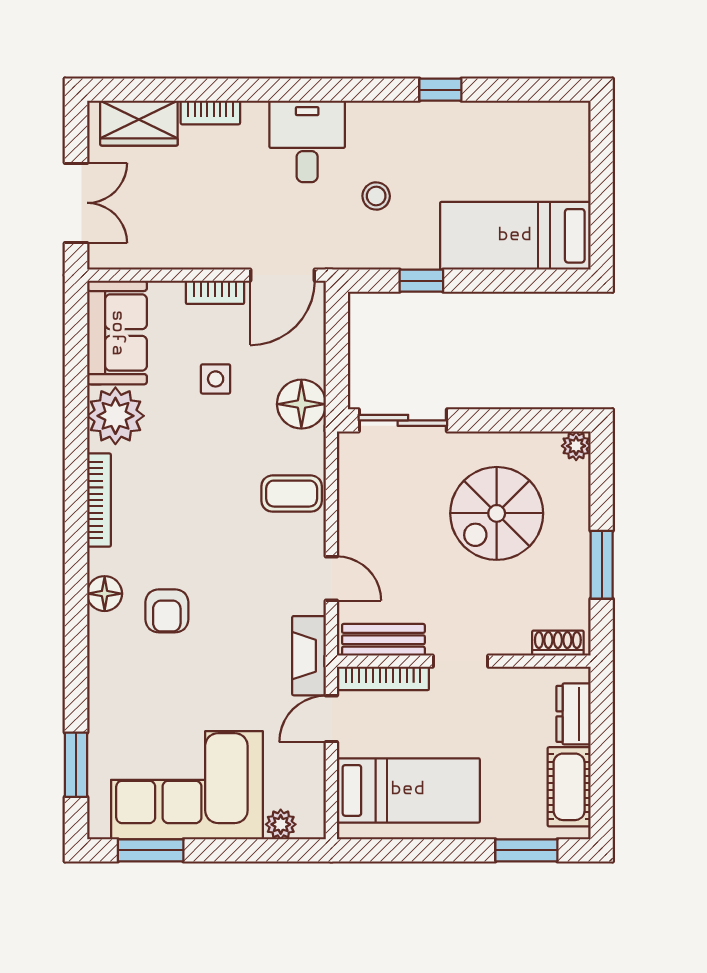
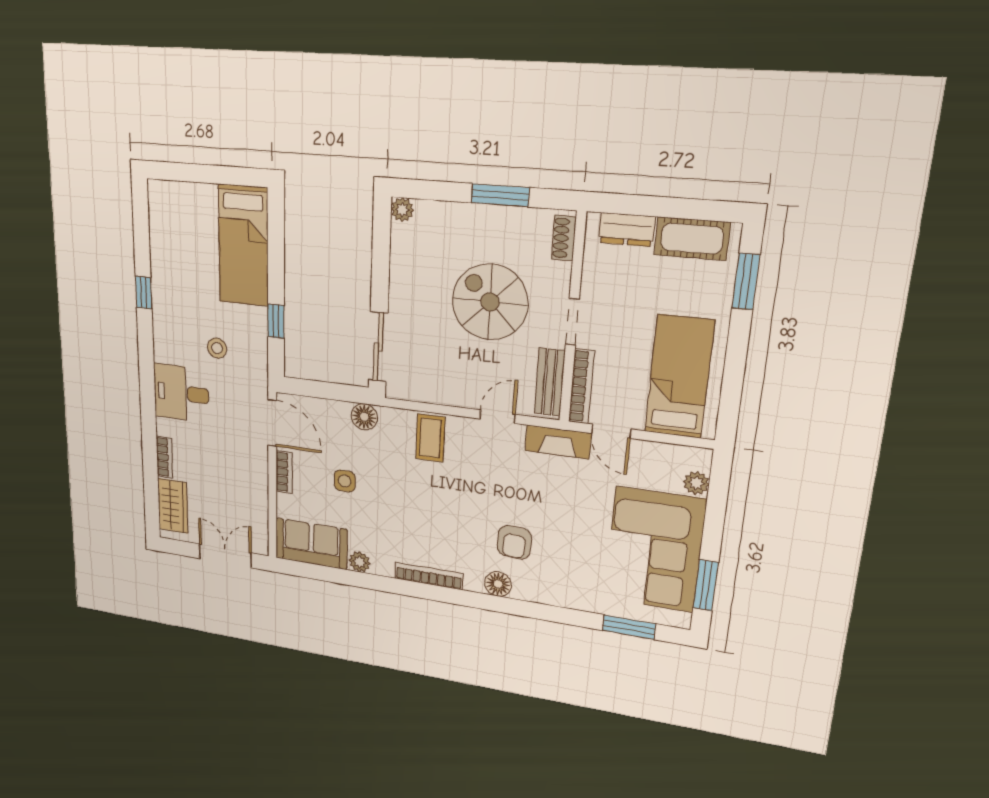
floor lamp: (301, 404) -> (364, 417), width x0.73, depth x0.73
plant: (115, 416) -> (359, 562), width x0.53, depth x0.53
spiral stairs: (497, 513) -> (490, 302), moved, turned 180
armchair: (167, 611) -> (514, 542), turned 93

